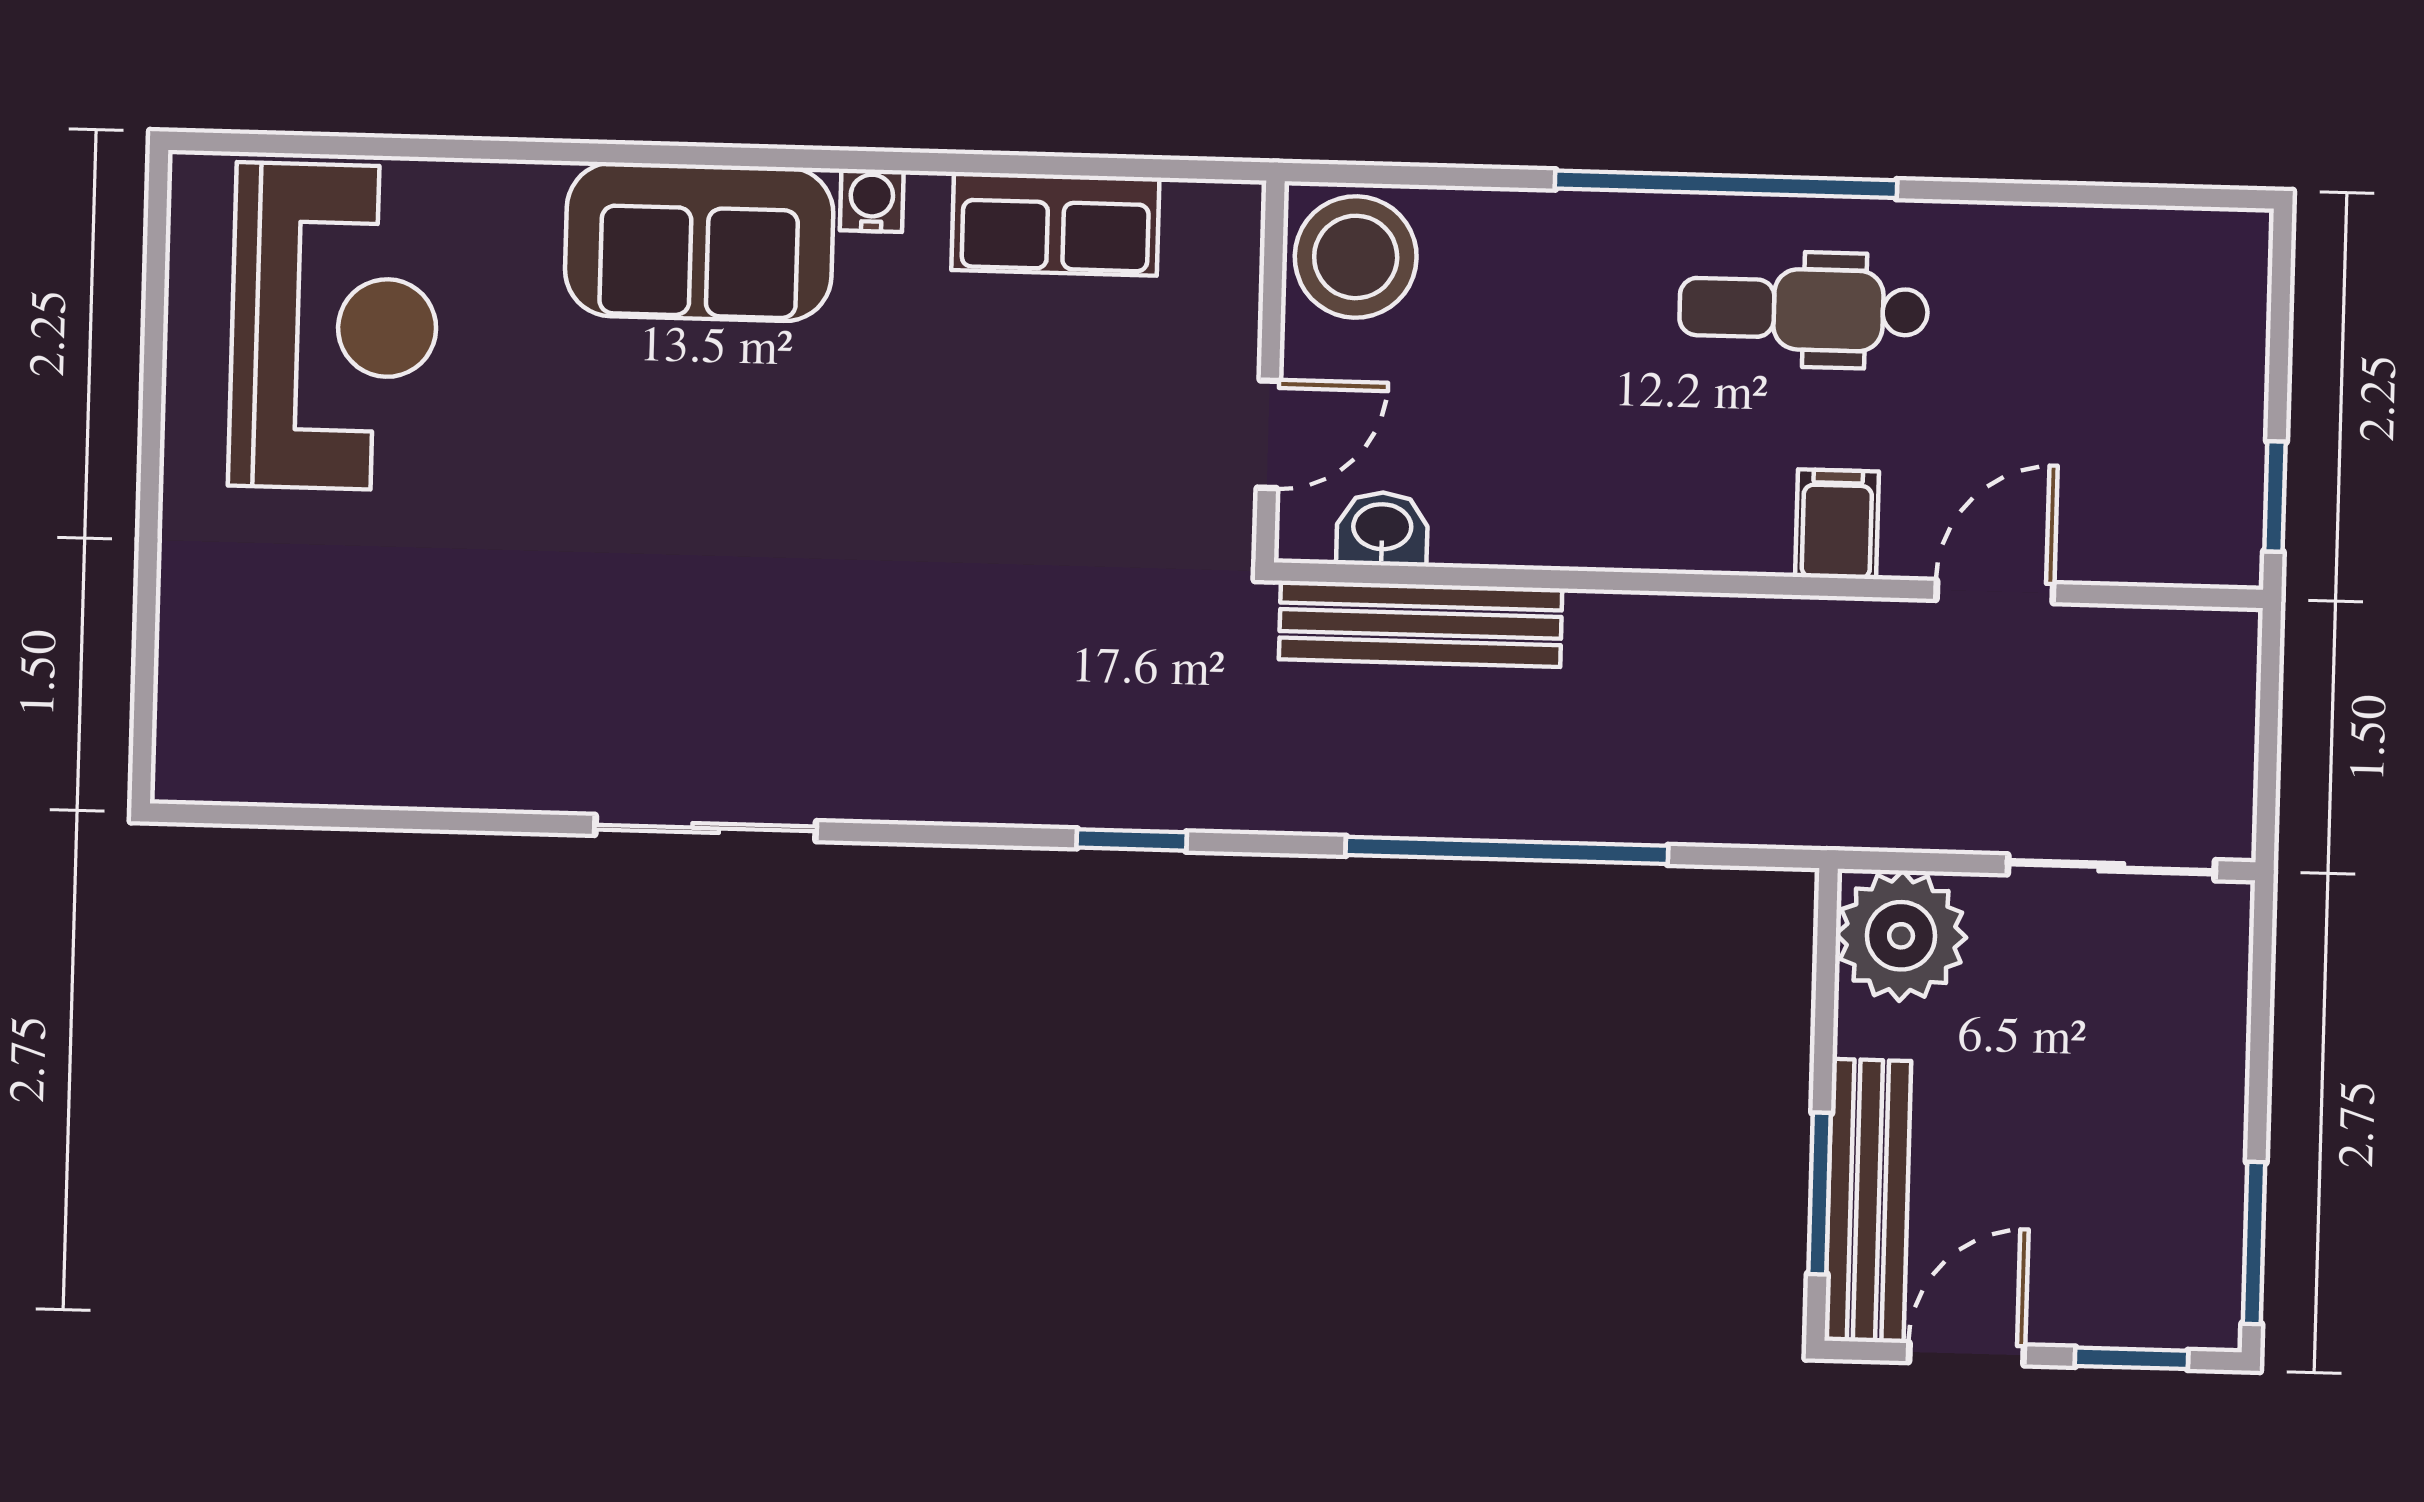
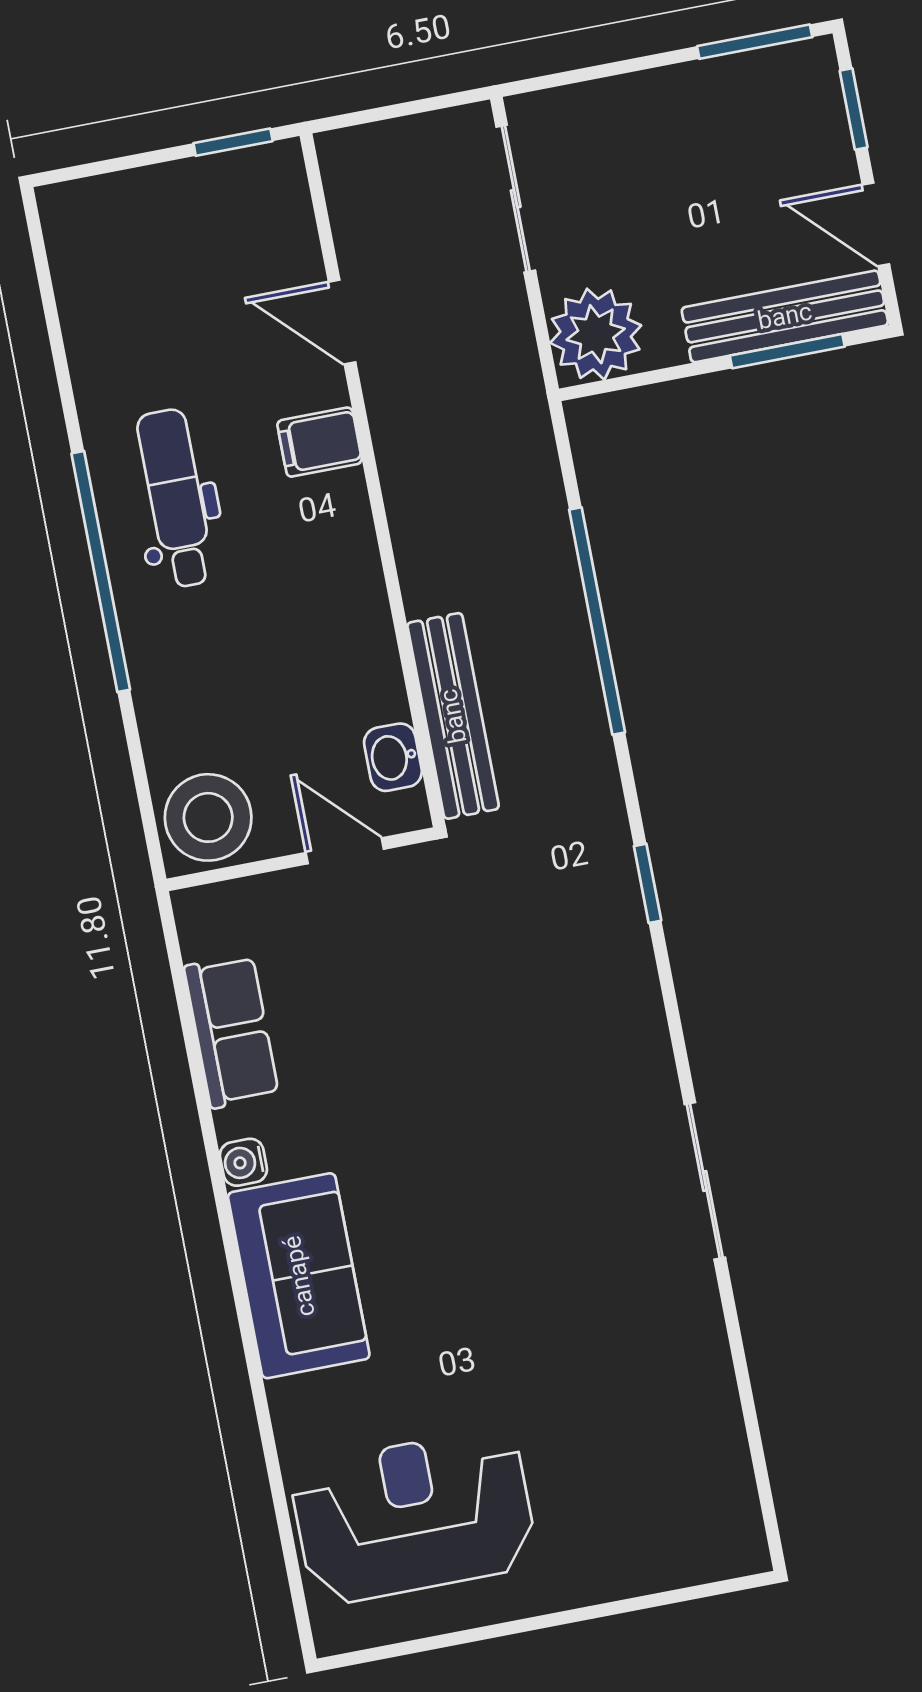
dental chair: (1804, 309) -> (176, 498), turned 180

